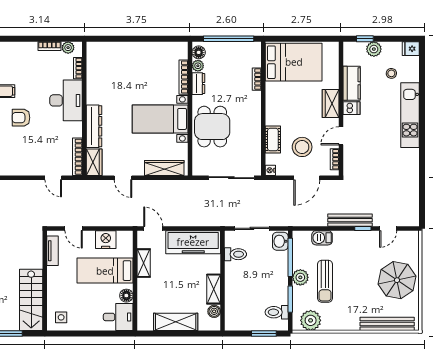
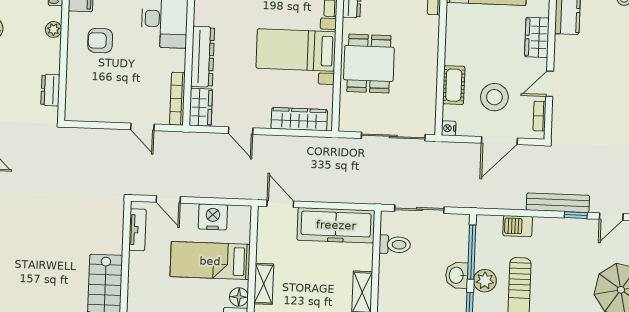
dishwasher: (351, 108) -> (566, 45), removed
washbasin: (280, 241) -> (457, 275), moved
shelving: (144, 263) -> (264, 284), moved

